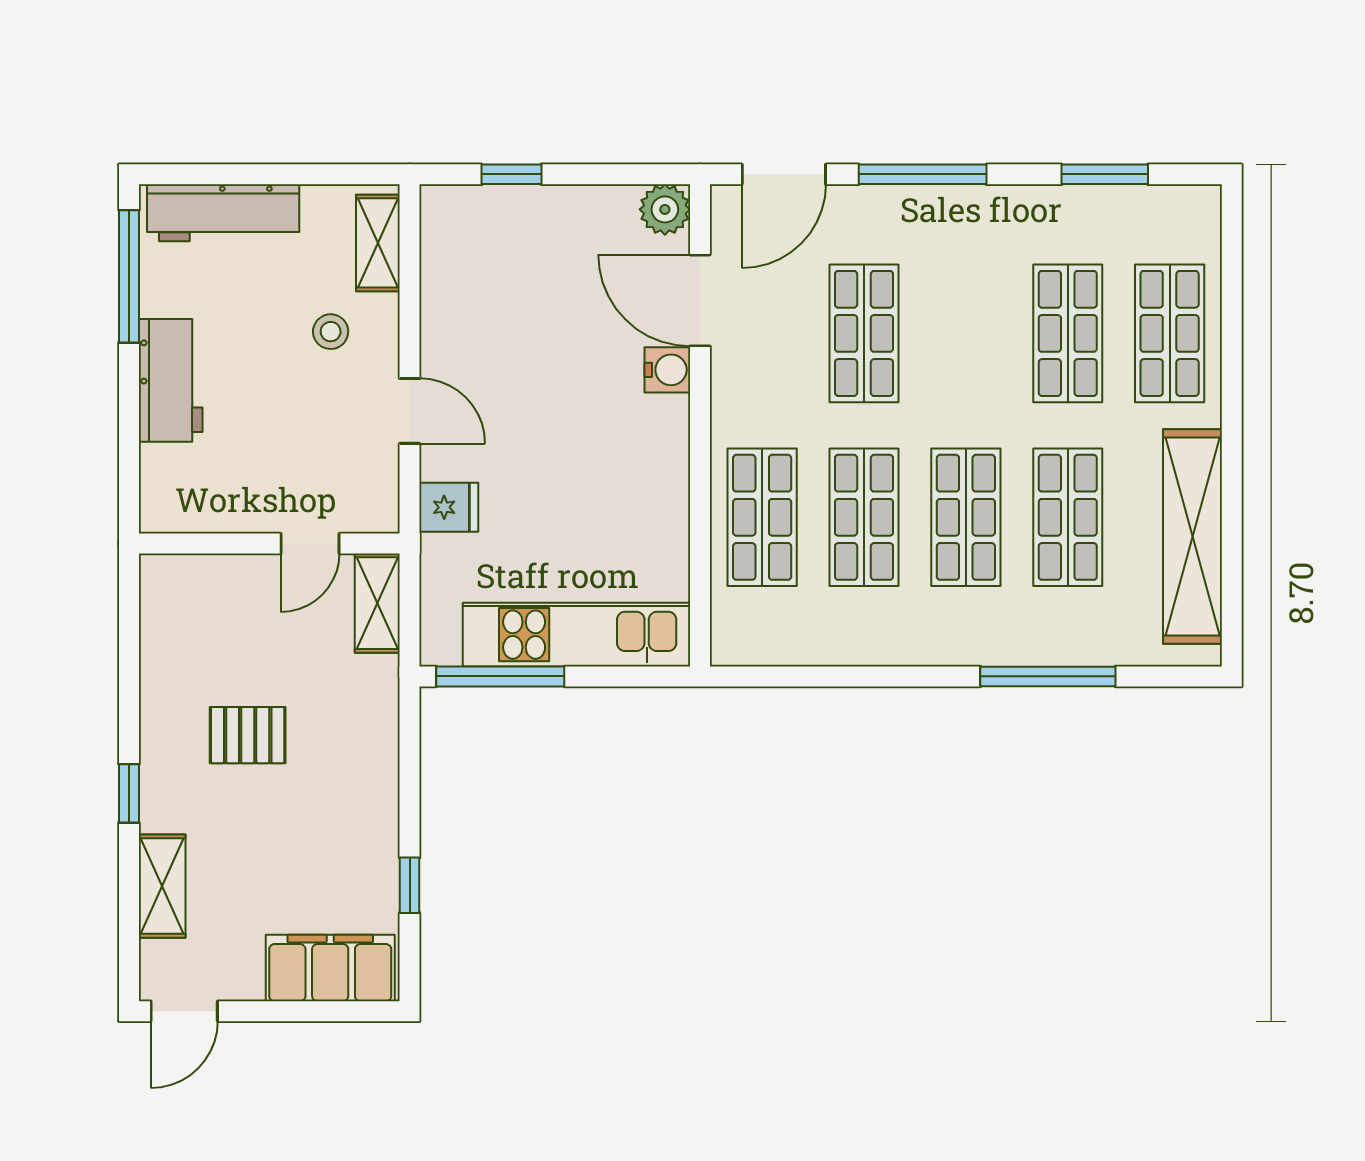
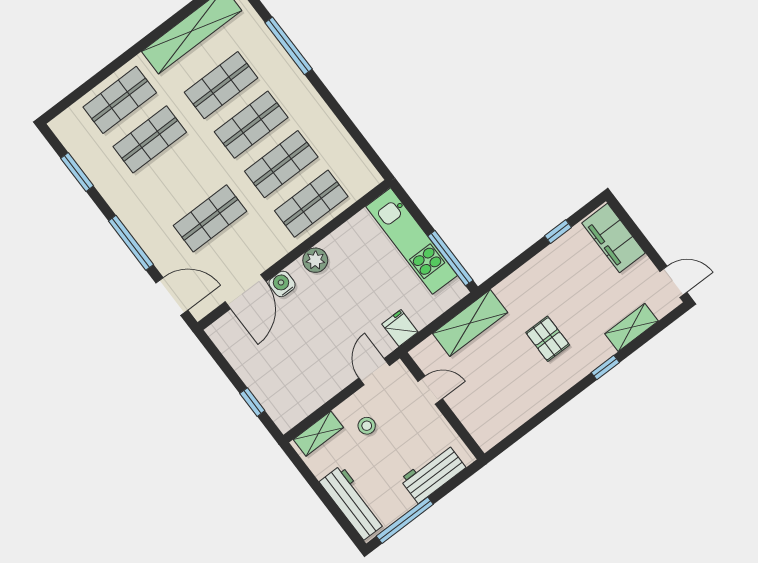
plant: (665, 209) -> (315, 260), moved
wall: (269, 544) -> (442, 406), moved
door: (310, 544) -> (430, 390), moved
shelving: (377, 603) -> (470, 323), width x1.50, depth x1.33

